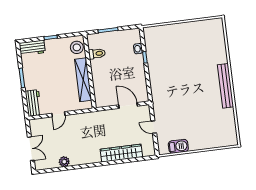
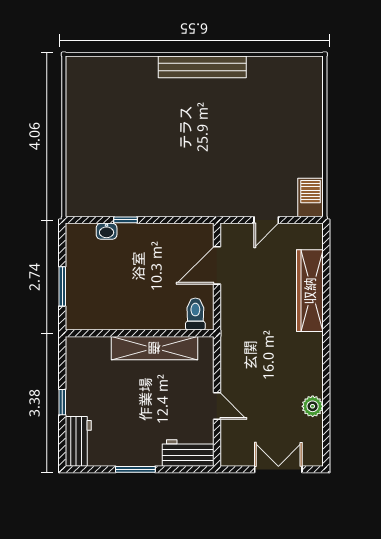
stool: (77, 47) -> (89, 353), removed
toilet: (97, 54) -> (195, 314), moved
barbecue: (178, 146) -> (311, 197), moved

